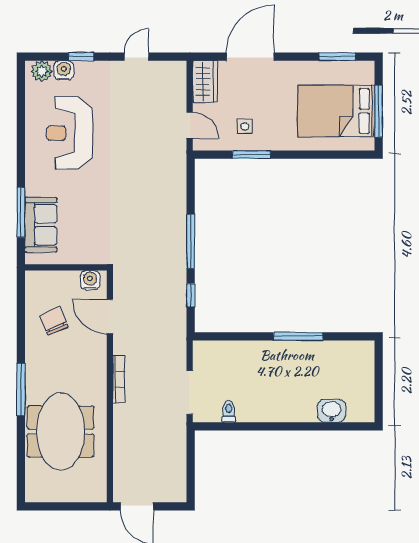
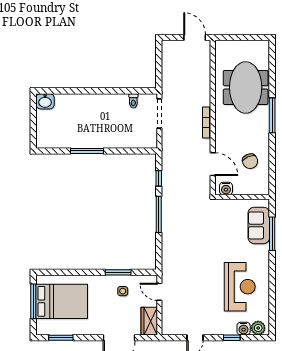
washbasin: (332, 411) -> (45, 101), moved

